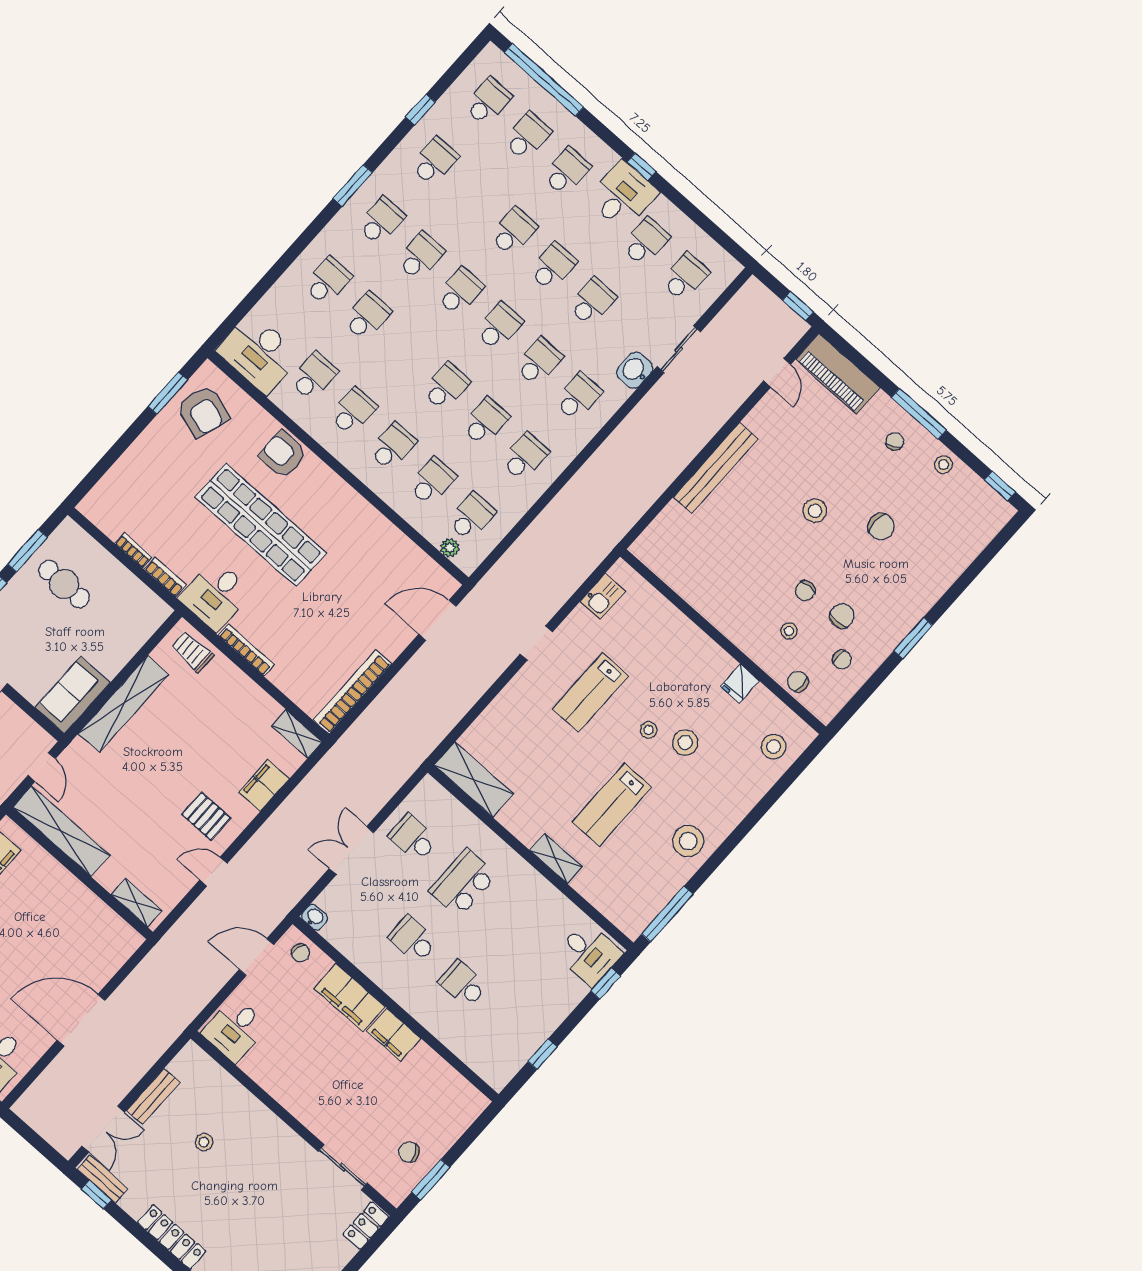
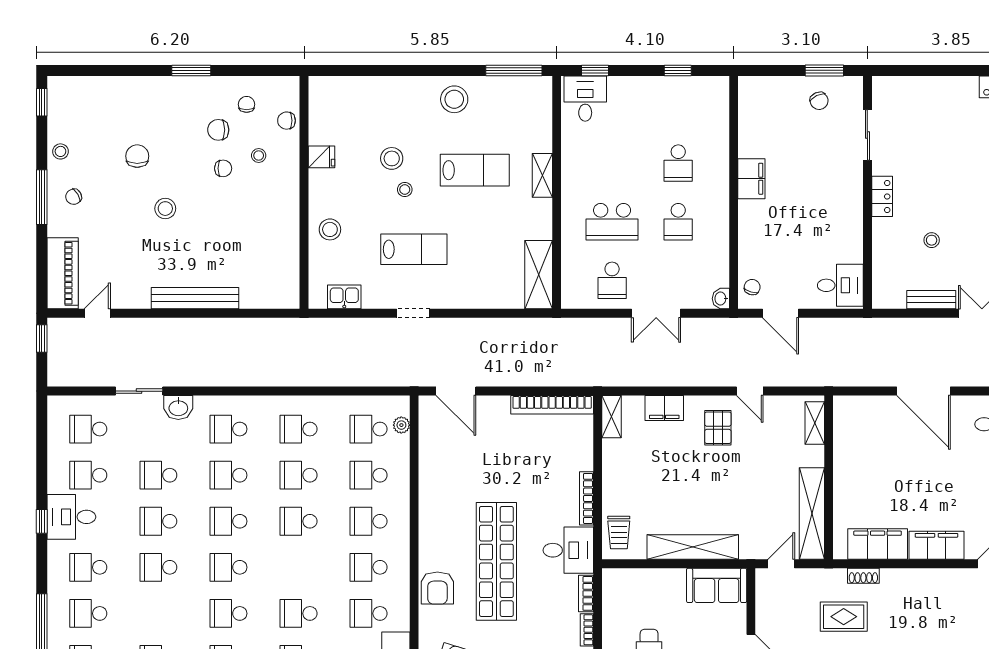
chair: (798, 681) -> (286, 121), turned 90
stool: (774, 747) -> (330, 229), moved
filing cabinet: (350, 997) -> (753, 229), removed
locker: (366, 1226) -> (882, 196), moved, turned -90

